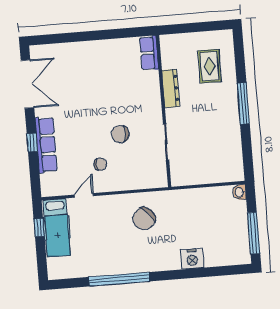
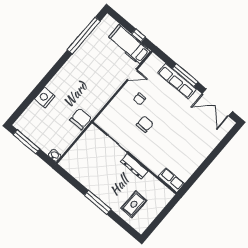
rug: (210, 66) -> (134, 204), turned 90
dresser: (171, 88) -> (134, 166), moved
window: (32, 143) -> (185, 75), width x2.17
door: (84, 195) -> (132, 75), hinge flipped
chair: (144, 219) -> (81, 119), moved, turned 43
window: (119, 279) -> (84, 36), moved

